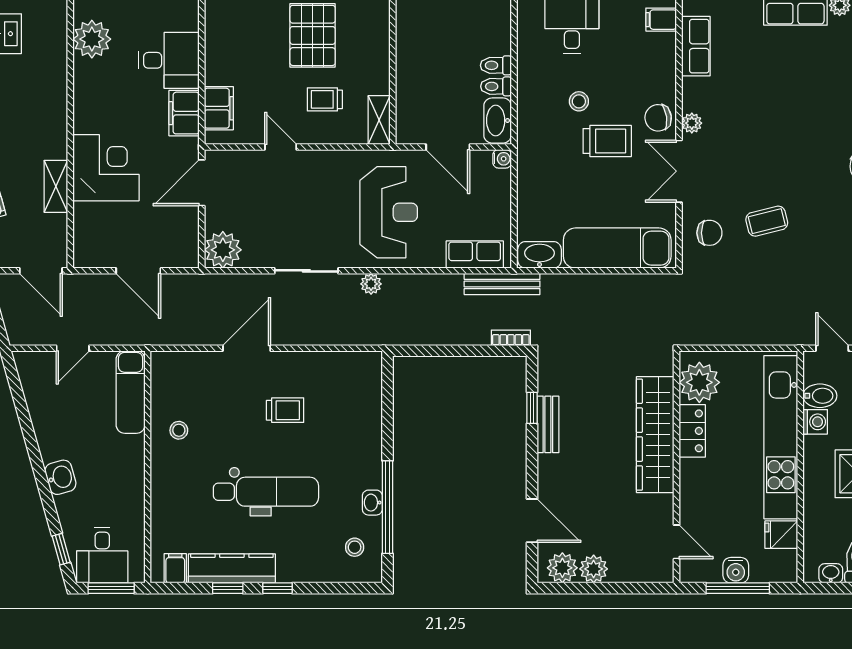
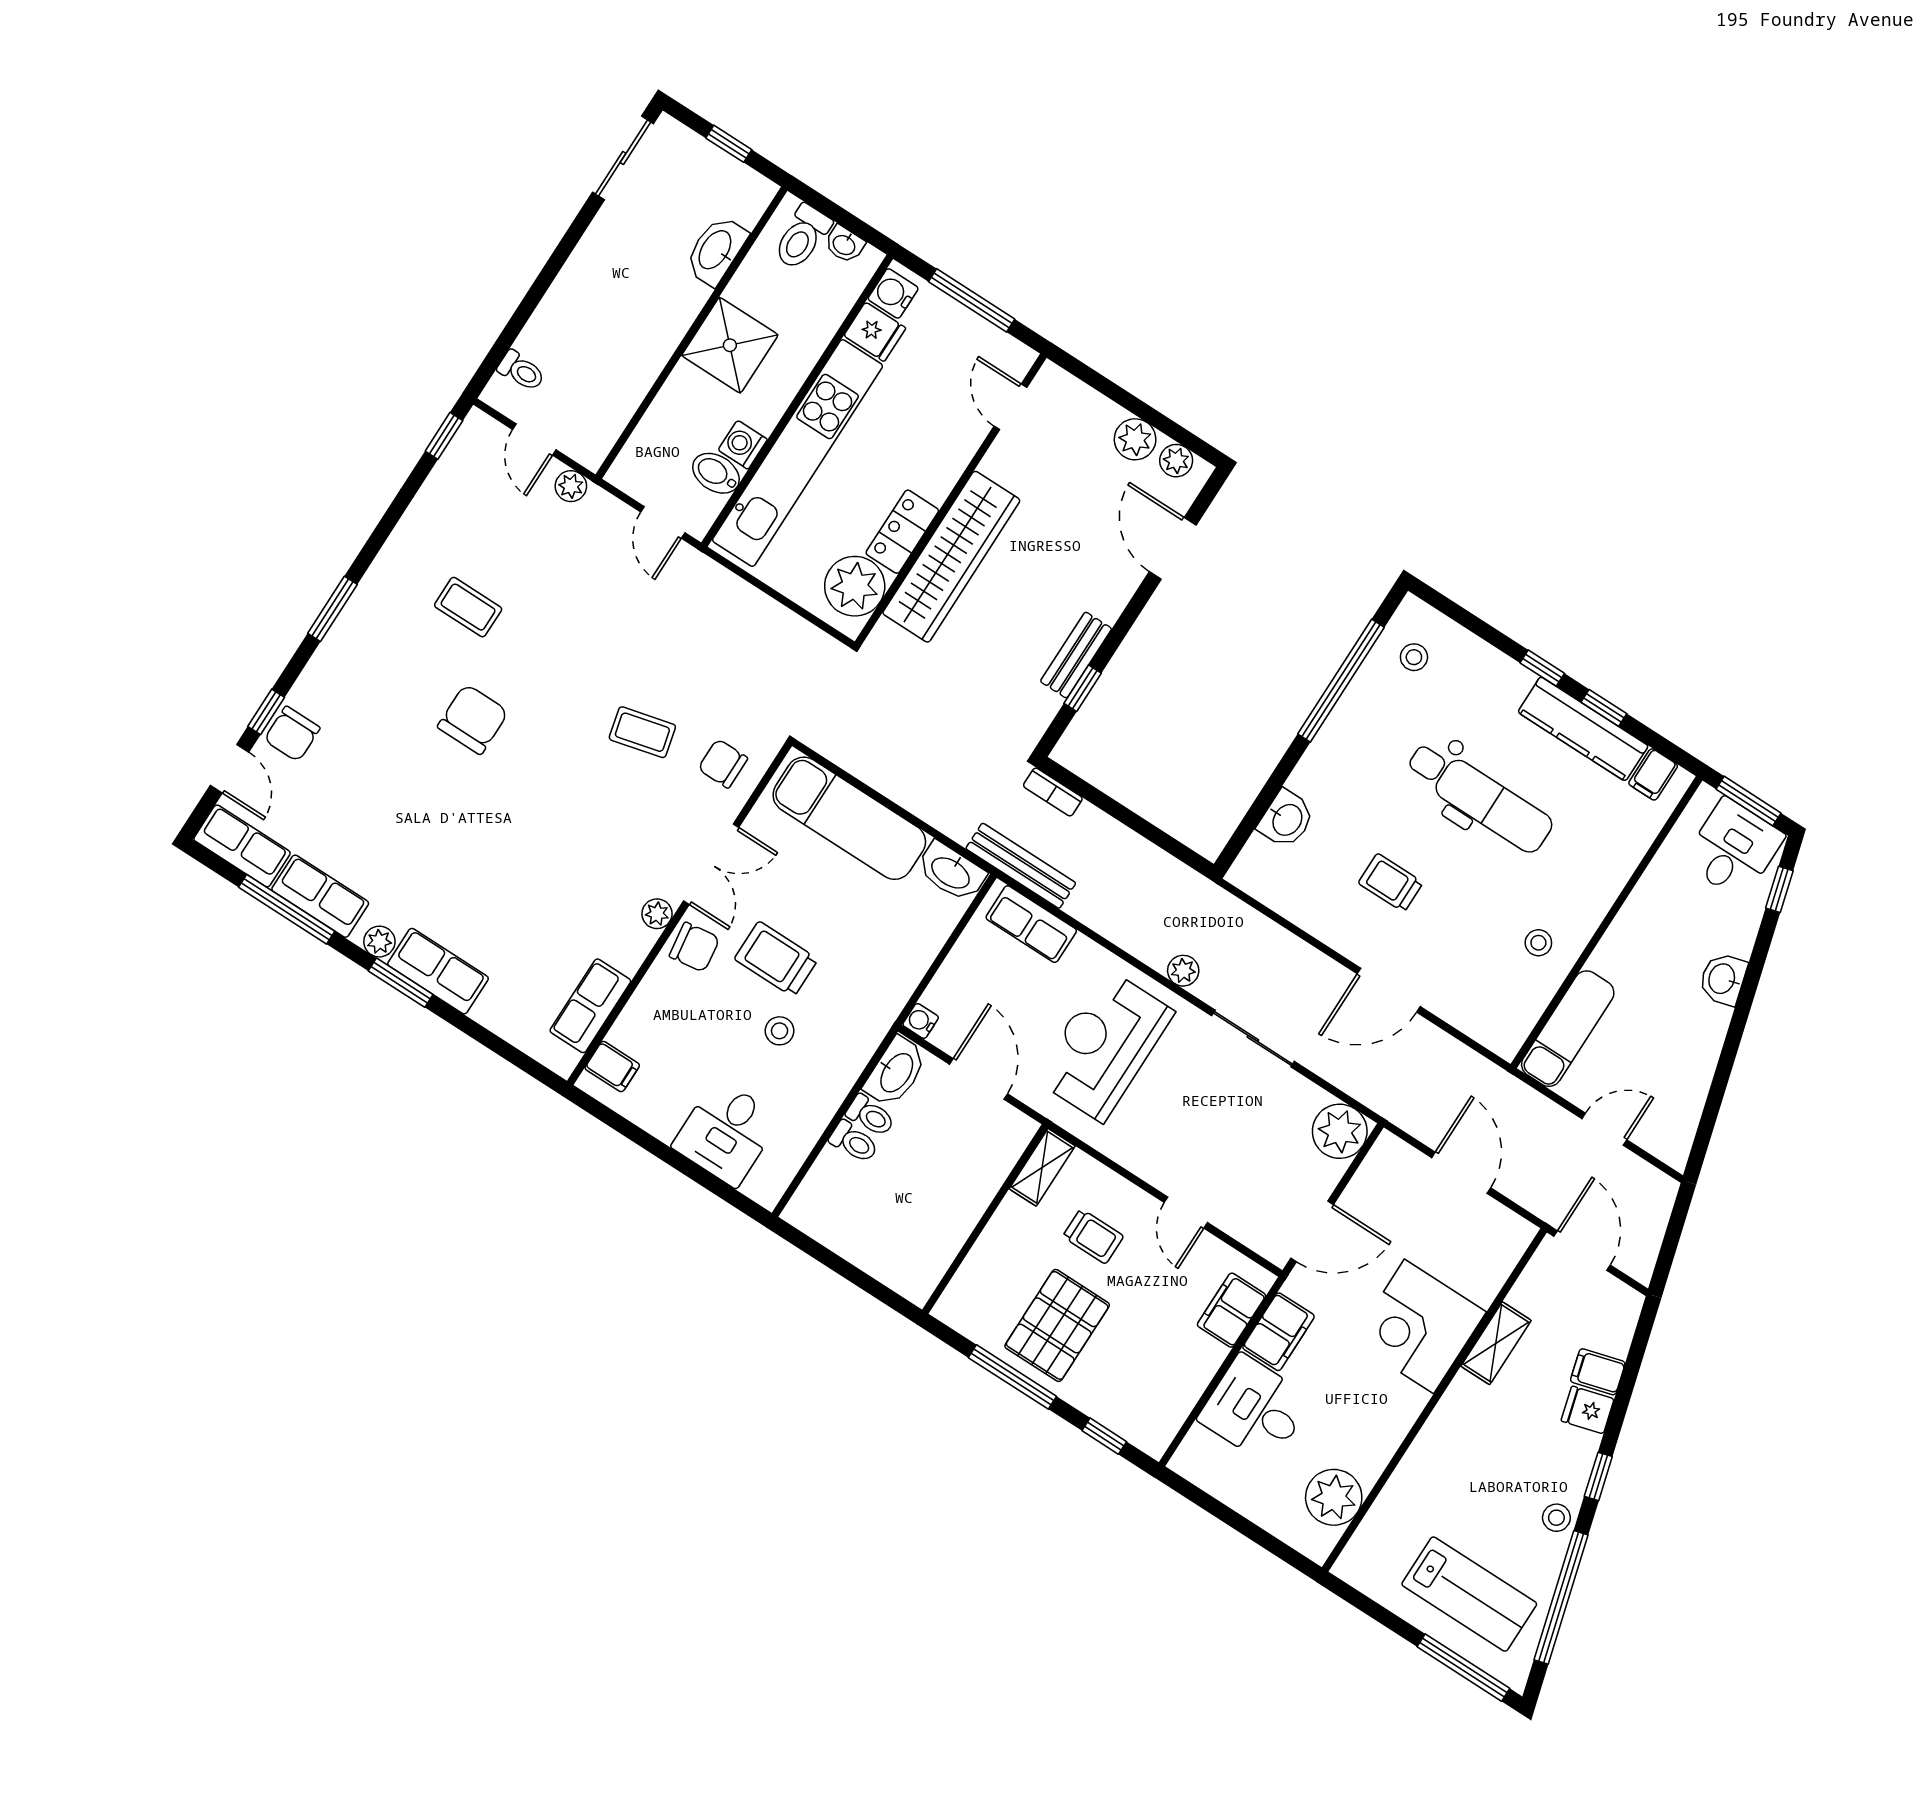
dental chair: (266, 492) -> (1480, 797), turned 180
washbasin: (372, 503) -> (1286, 819), moved, width x1.38, depth x1.45
plant: (562, 568) -> (1176, 461), width x0.73, depth x0.73
water cooler: (736, 570) -> (893, 293), moved, turned -90

